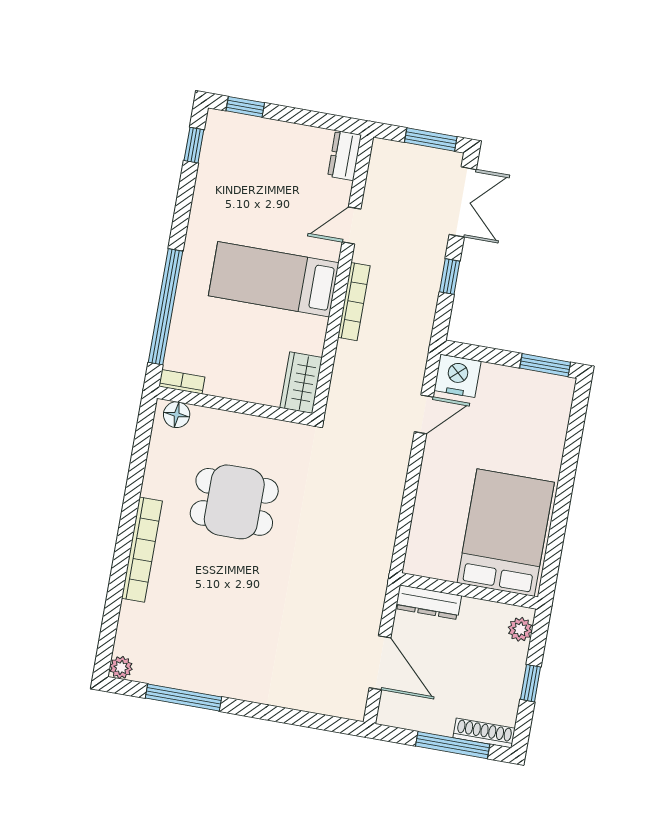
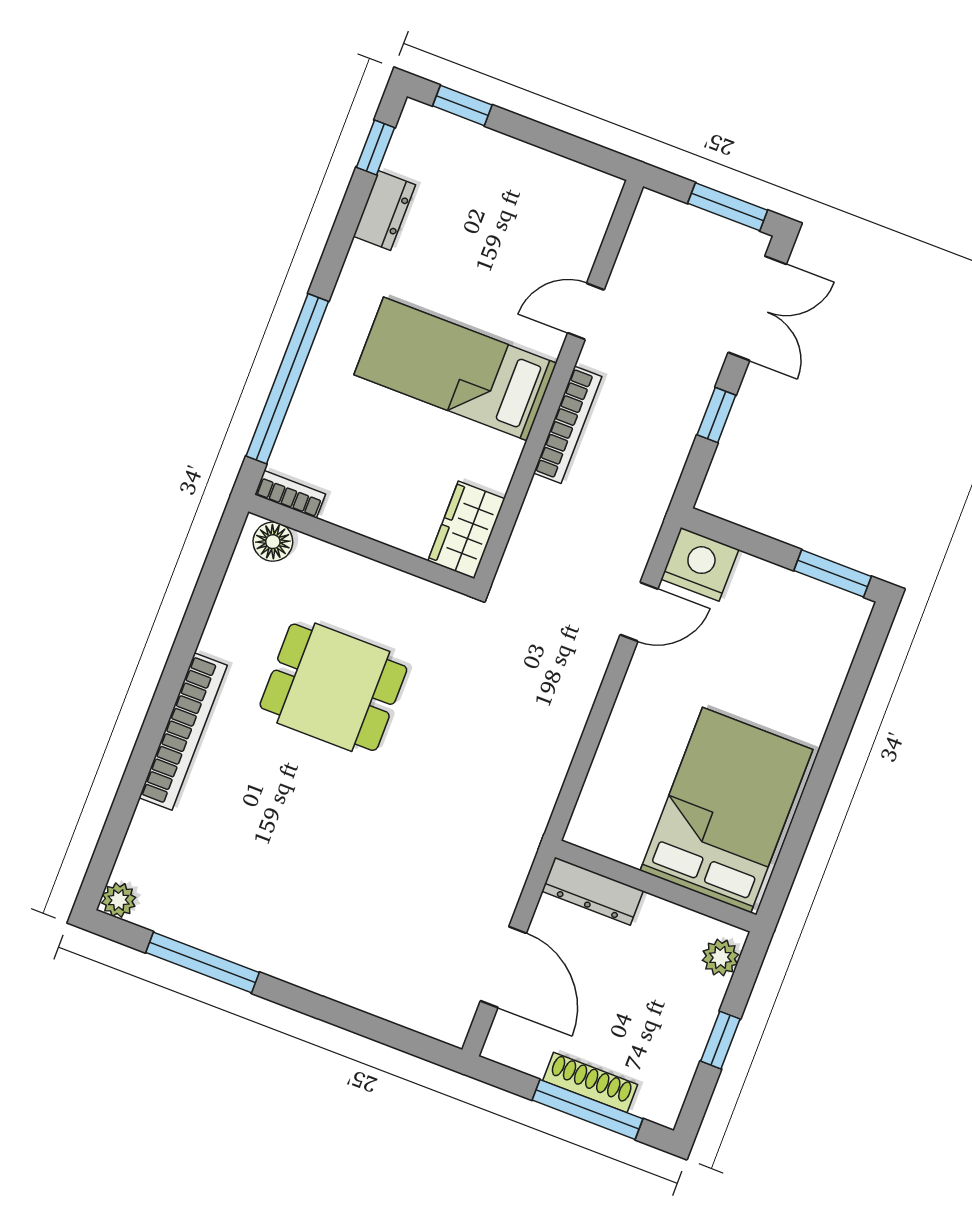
dresser: (345, 155) -> (384, 210), moved, turned 180
shoe rack: (484, 733) -> (590, 1083), moved

